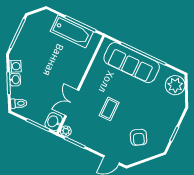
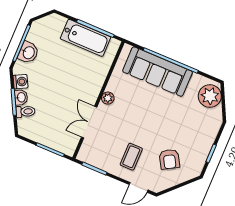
toilet: (19, 103) -> (25, 112), moved
coffee table: (109, 109) -> (131, 157), moved
washbasin: (54, 122) -> (28, 53), moved, turned 180
plant: (66, 131) -> (108, 98), moved

